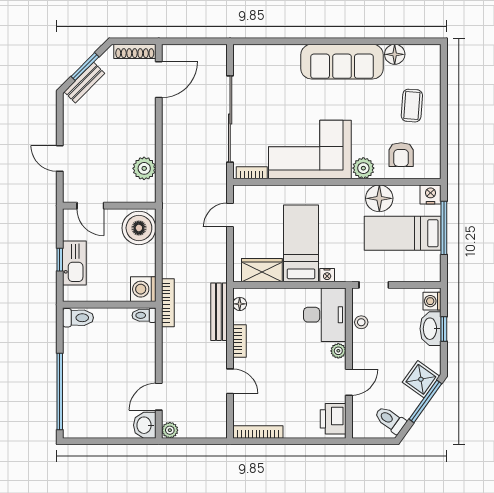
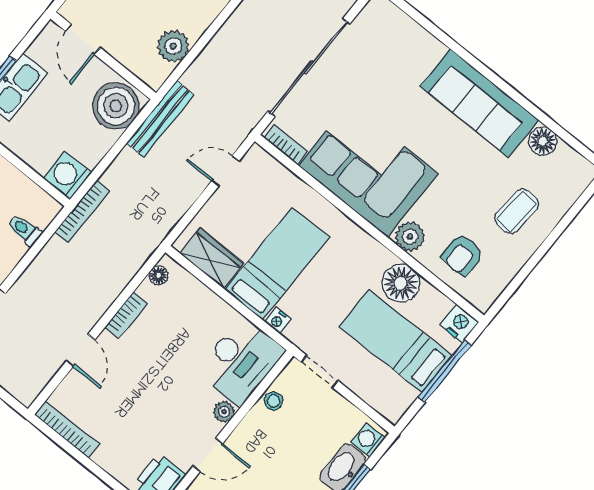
bench: (219, 312) -> (160, 119), moved
toilet: (144, 315) -> (25, 230), moved

